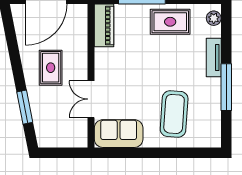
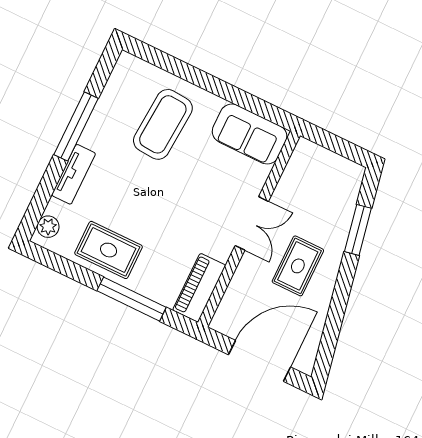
double door: (91, 99) -> (252, 223), moved

